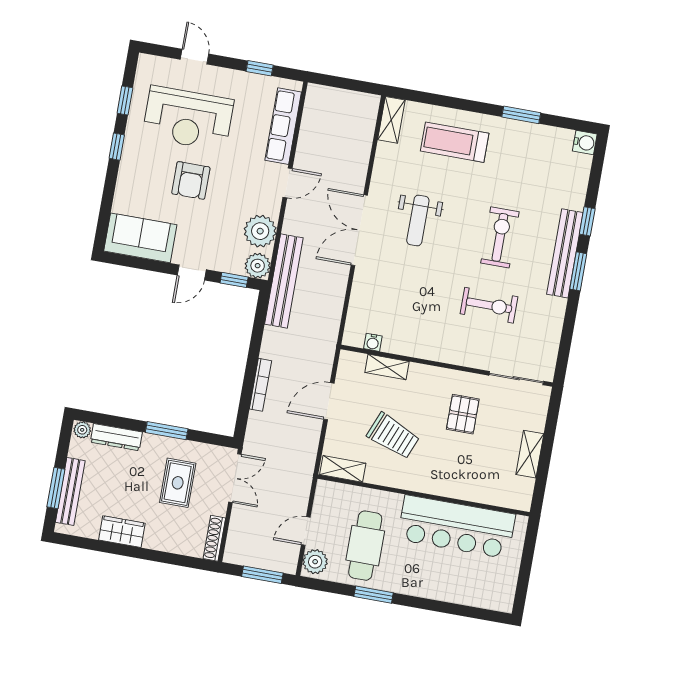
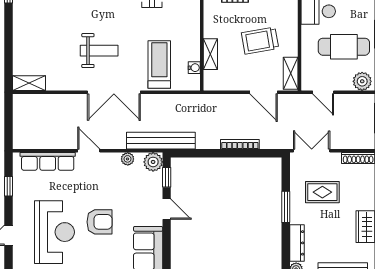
treadmill: (455, 142) -> (159, 64), moved, turned 180
plant: (260, 231) -> (128, 159), width x0.53, depth x0.53
door: (329, 401) -> (264, 92), moved
trolley: (393, 436) -> (260, 41), turned -122
door: (306, 531) -> (323, 92), moved

